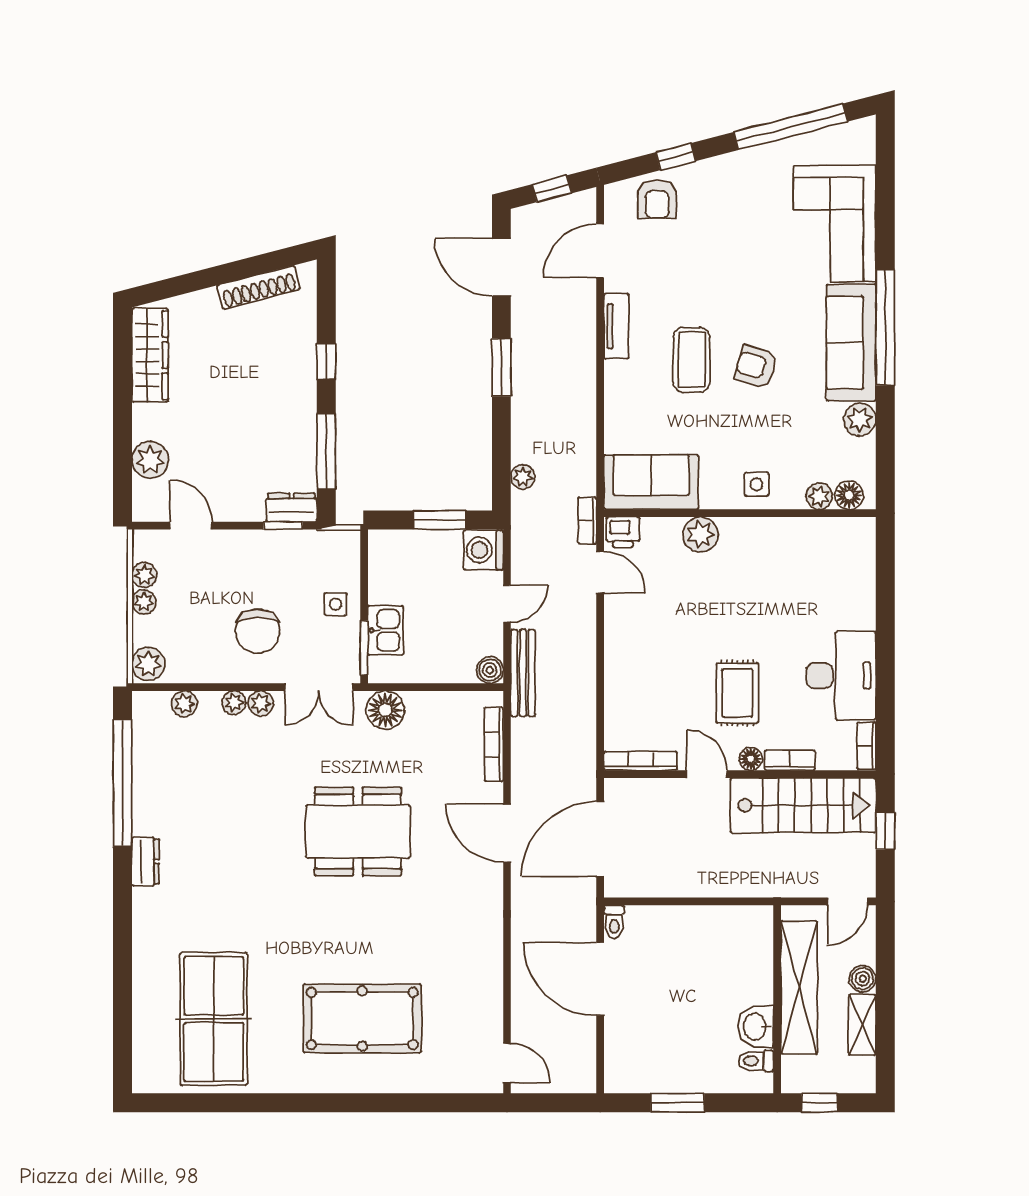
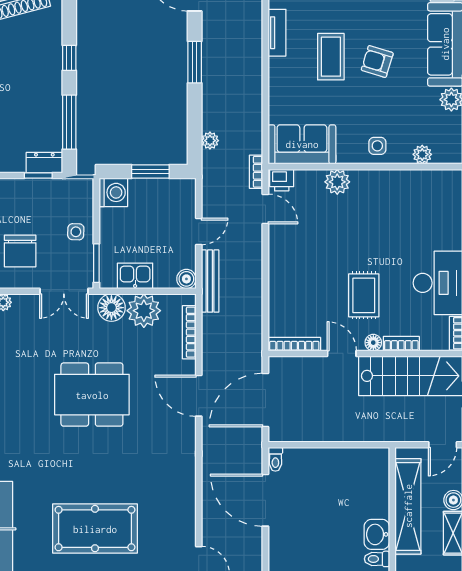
floor lamp: (849, 495) -> (444, 154), removed
washing machine: (483, 550) -> (113, 192), moved, turned 180
kitchen sink: (386, 630) -> (135, 276), moved, turned -90
plant: (261, 703) -> (144, 311), moved, width x1.87, depth x1.87

